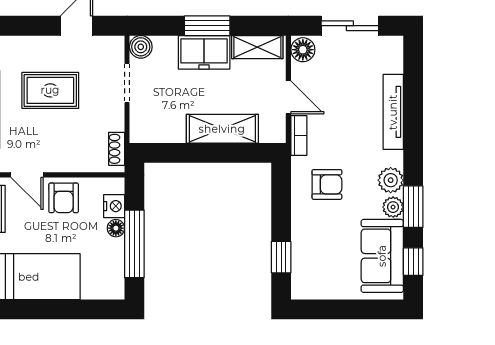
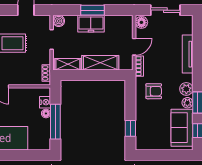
shelving: (257, 47) -> (68, 64), moved
door: (288, 97) -> (134, 47), hinge flipped
armchair: (64, 198) -> (19, 98), removed

